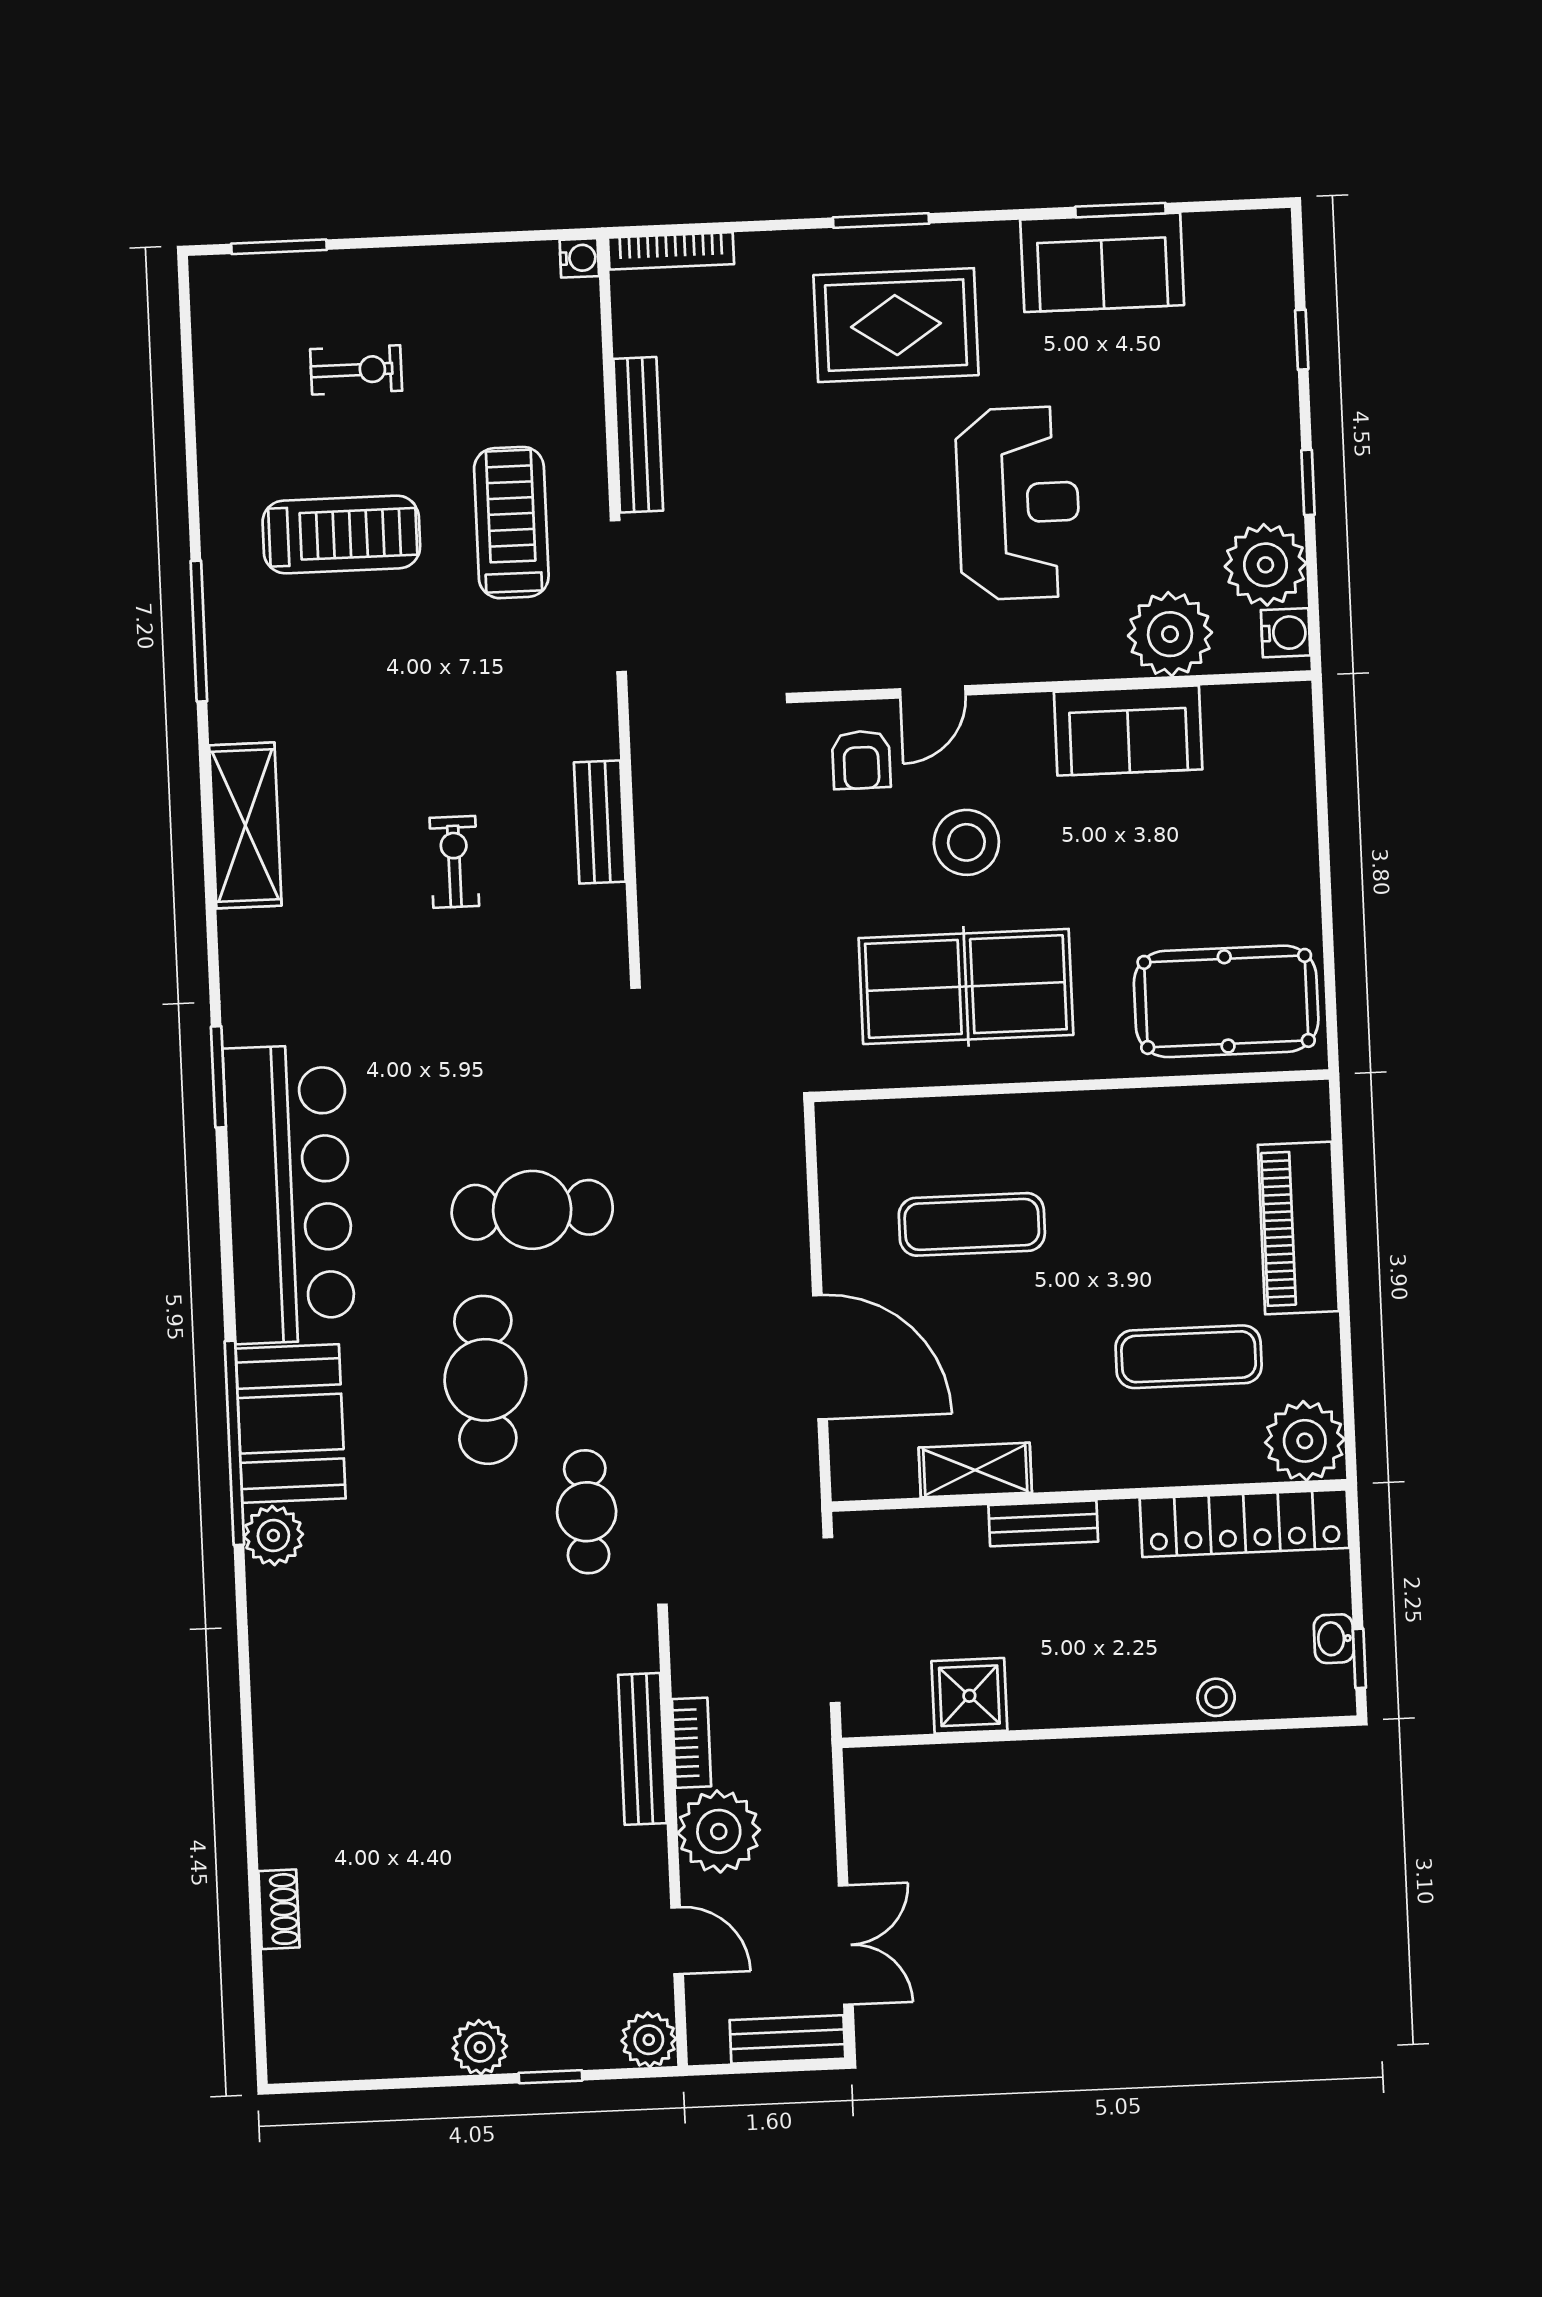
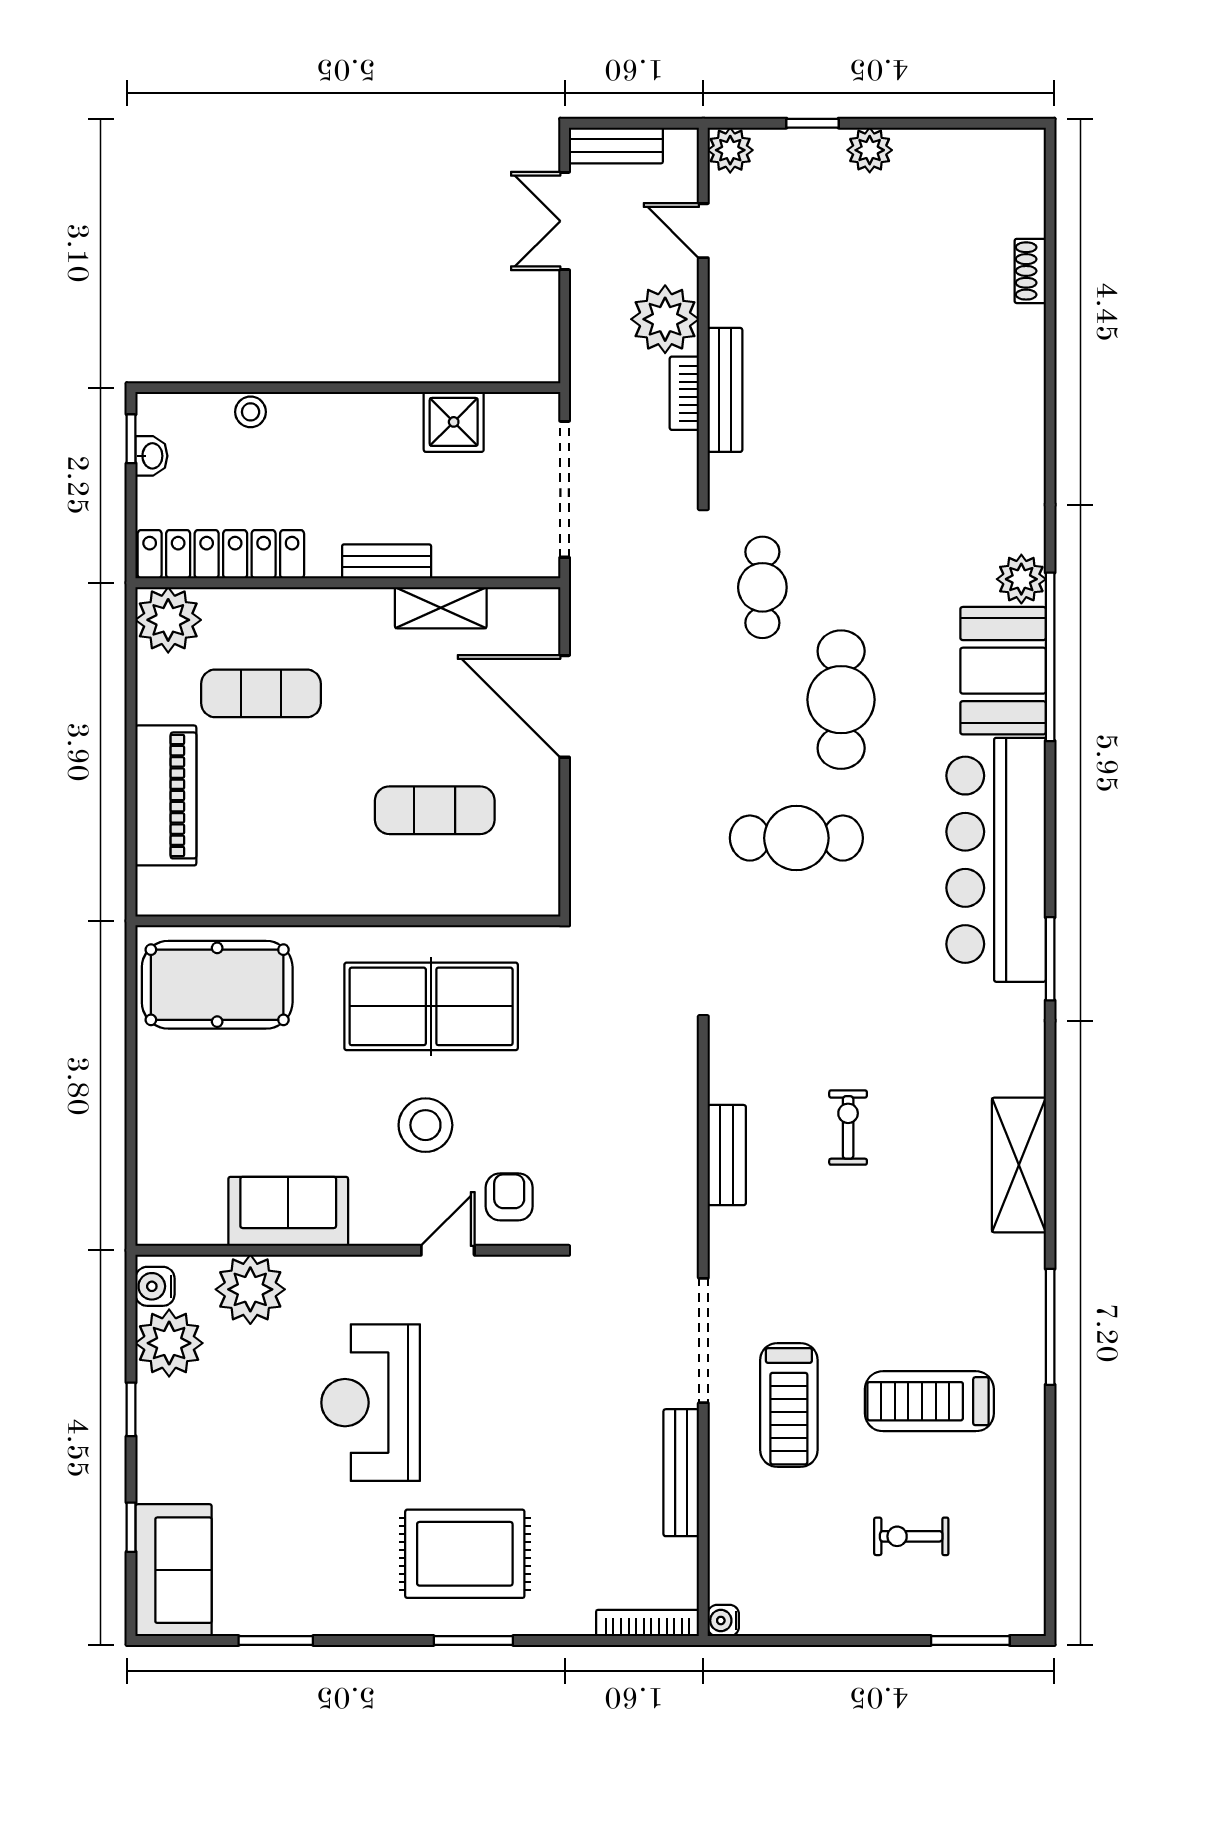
sofa: (1102, 262) -> (174, 1570), moved, turned 90
exercise bike: (454, 862) -> (848, 1127), turned 180

